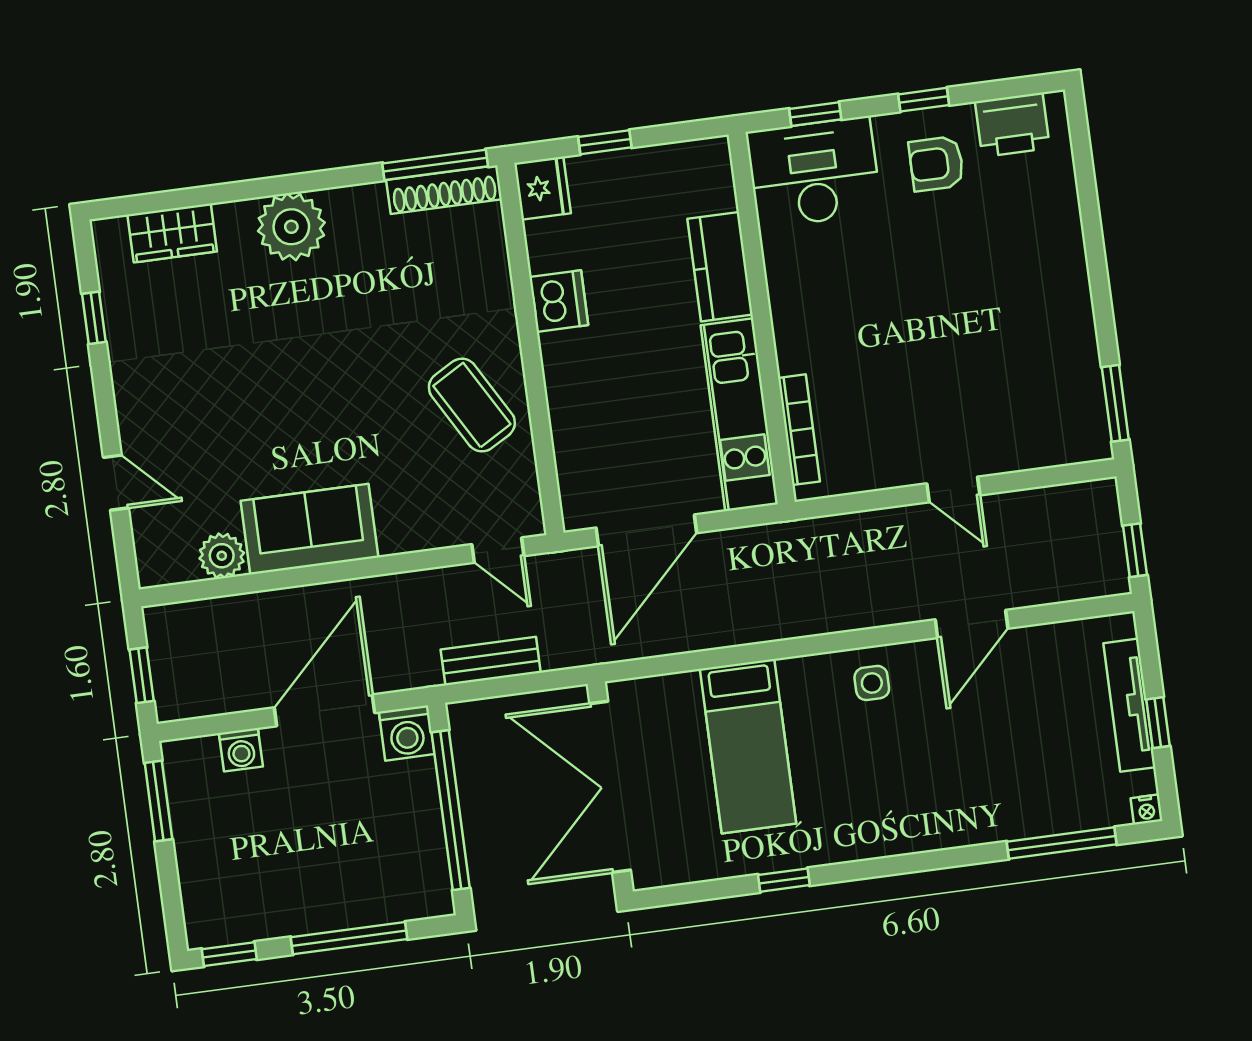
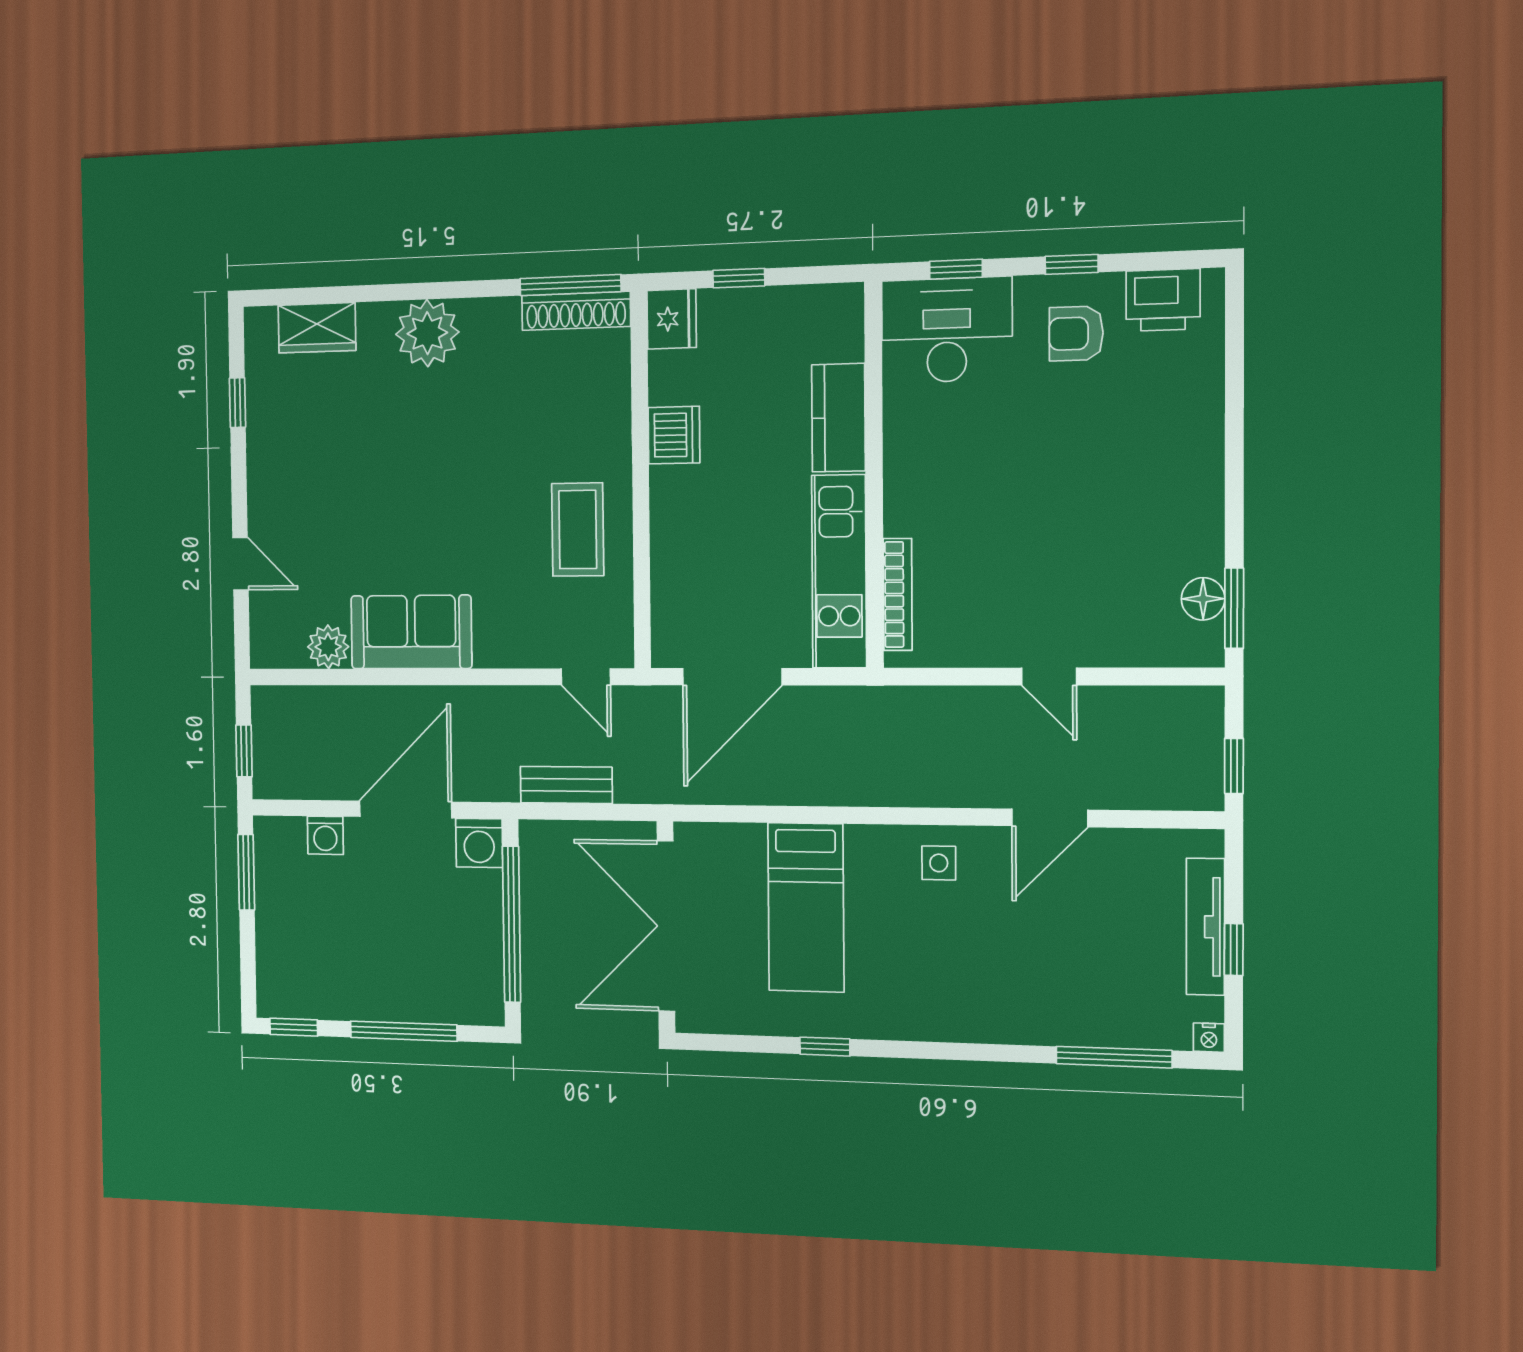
floor lamp: (1086, 398) -> (1203, 599), added
coffee table: (472, 405) -> (578, 530), turned 30

